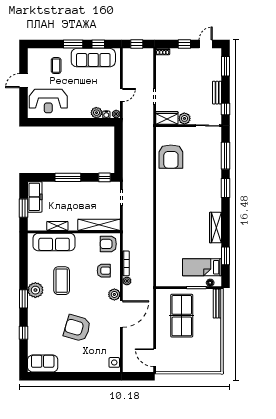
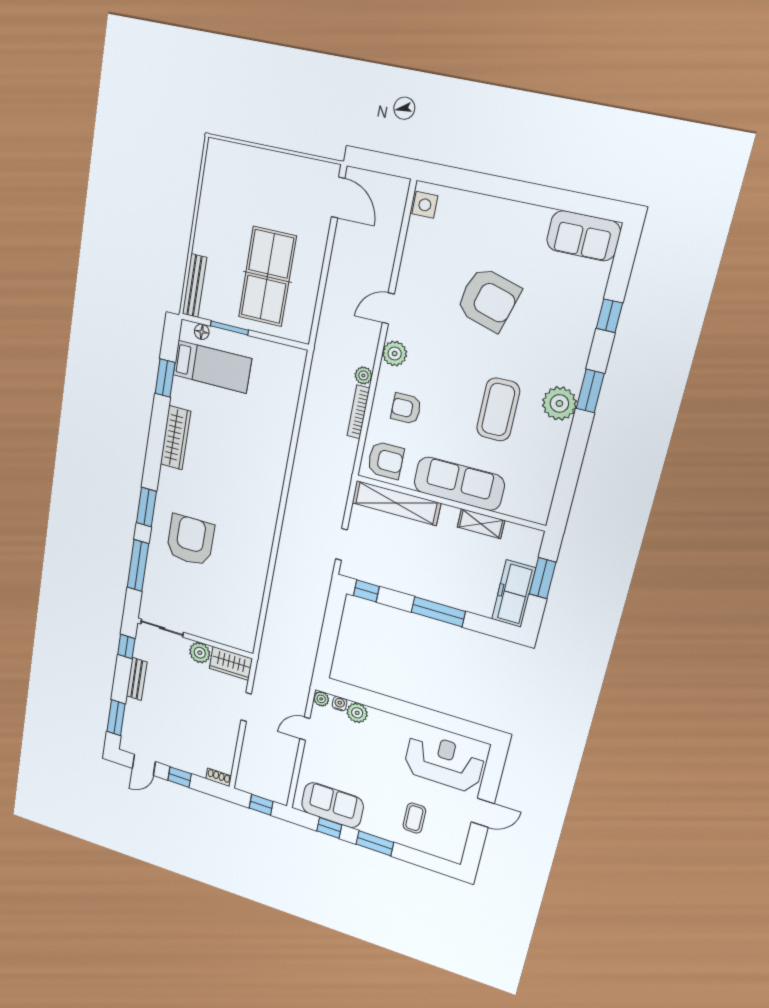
sofa: (93, 58) -> (332, 805), width x0.73
armchair: (171, 157) -> (190, 540), moved
sofa: (54, 242) -> (459, 484), moved
door: (121, 314) -> (388, 308), width x0.53

